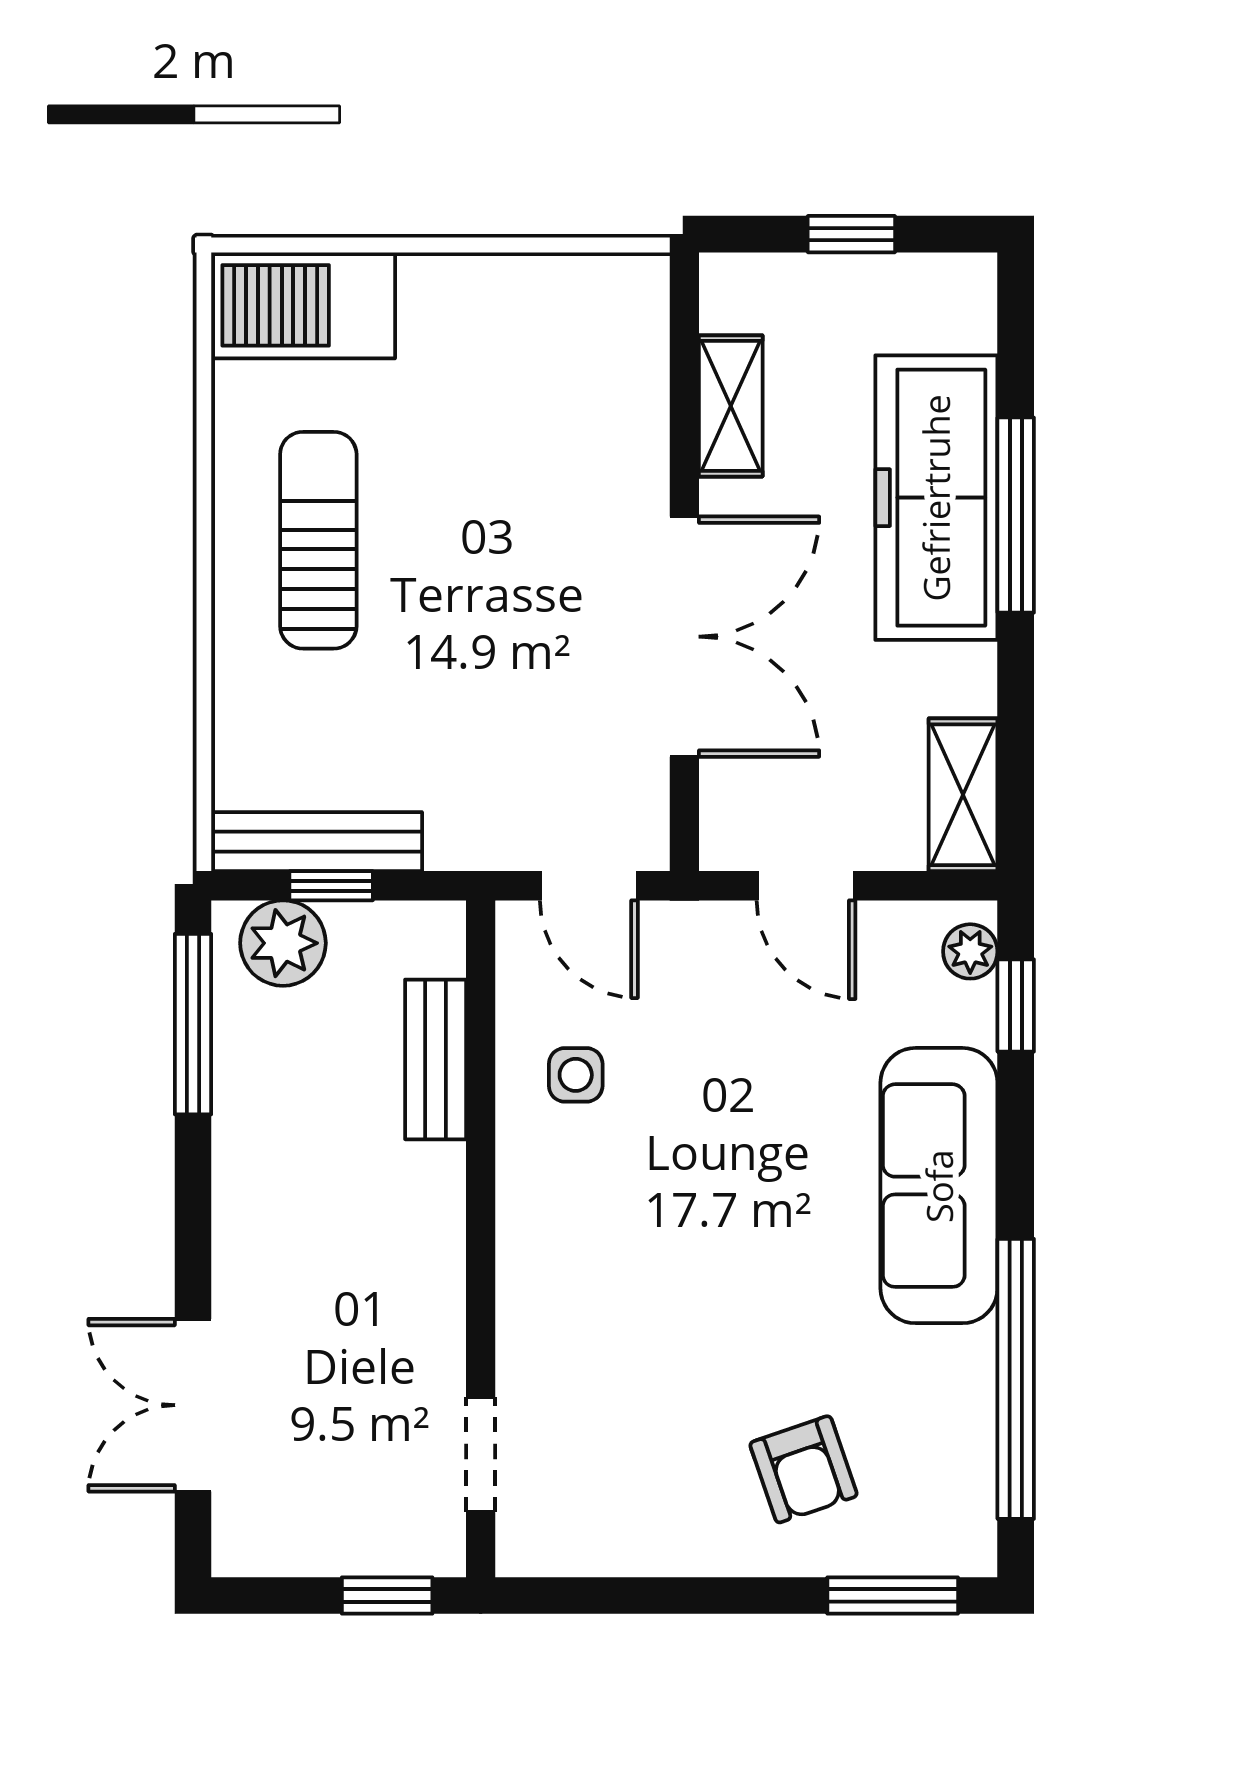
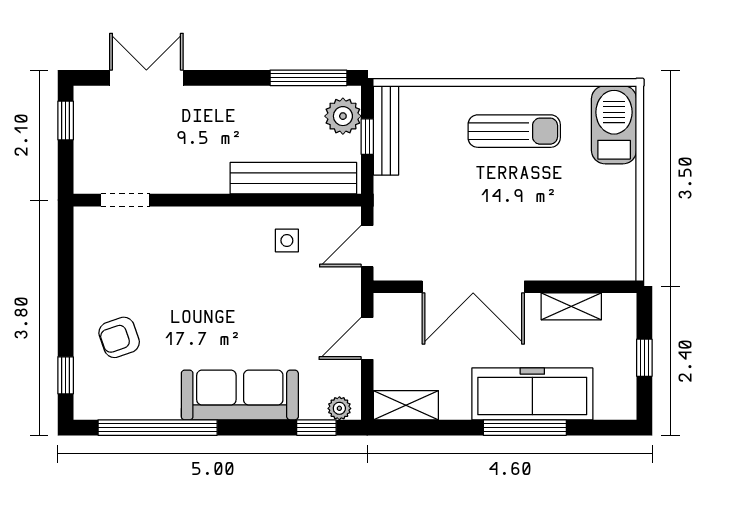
bench: (436, 1059) -> (293, 178), width x1.86, depth x1.21
window: (387, 1596) -> (66, 121), moved
window: (893, 1596) -> (66, 375), width x0.67

